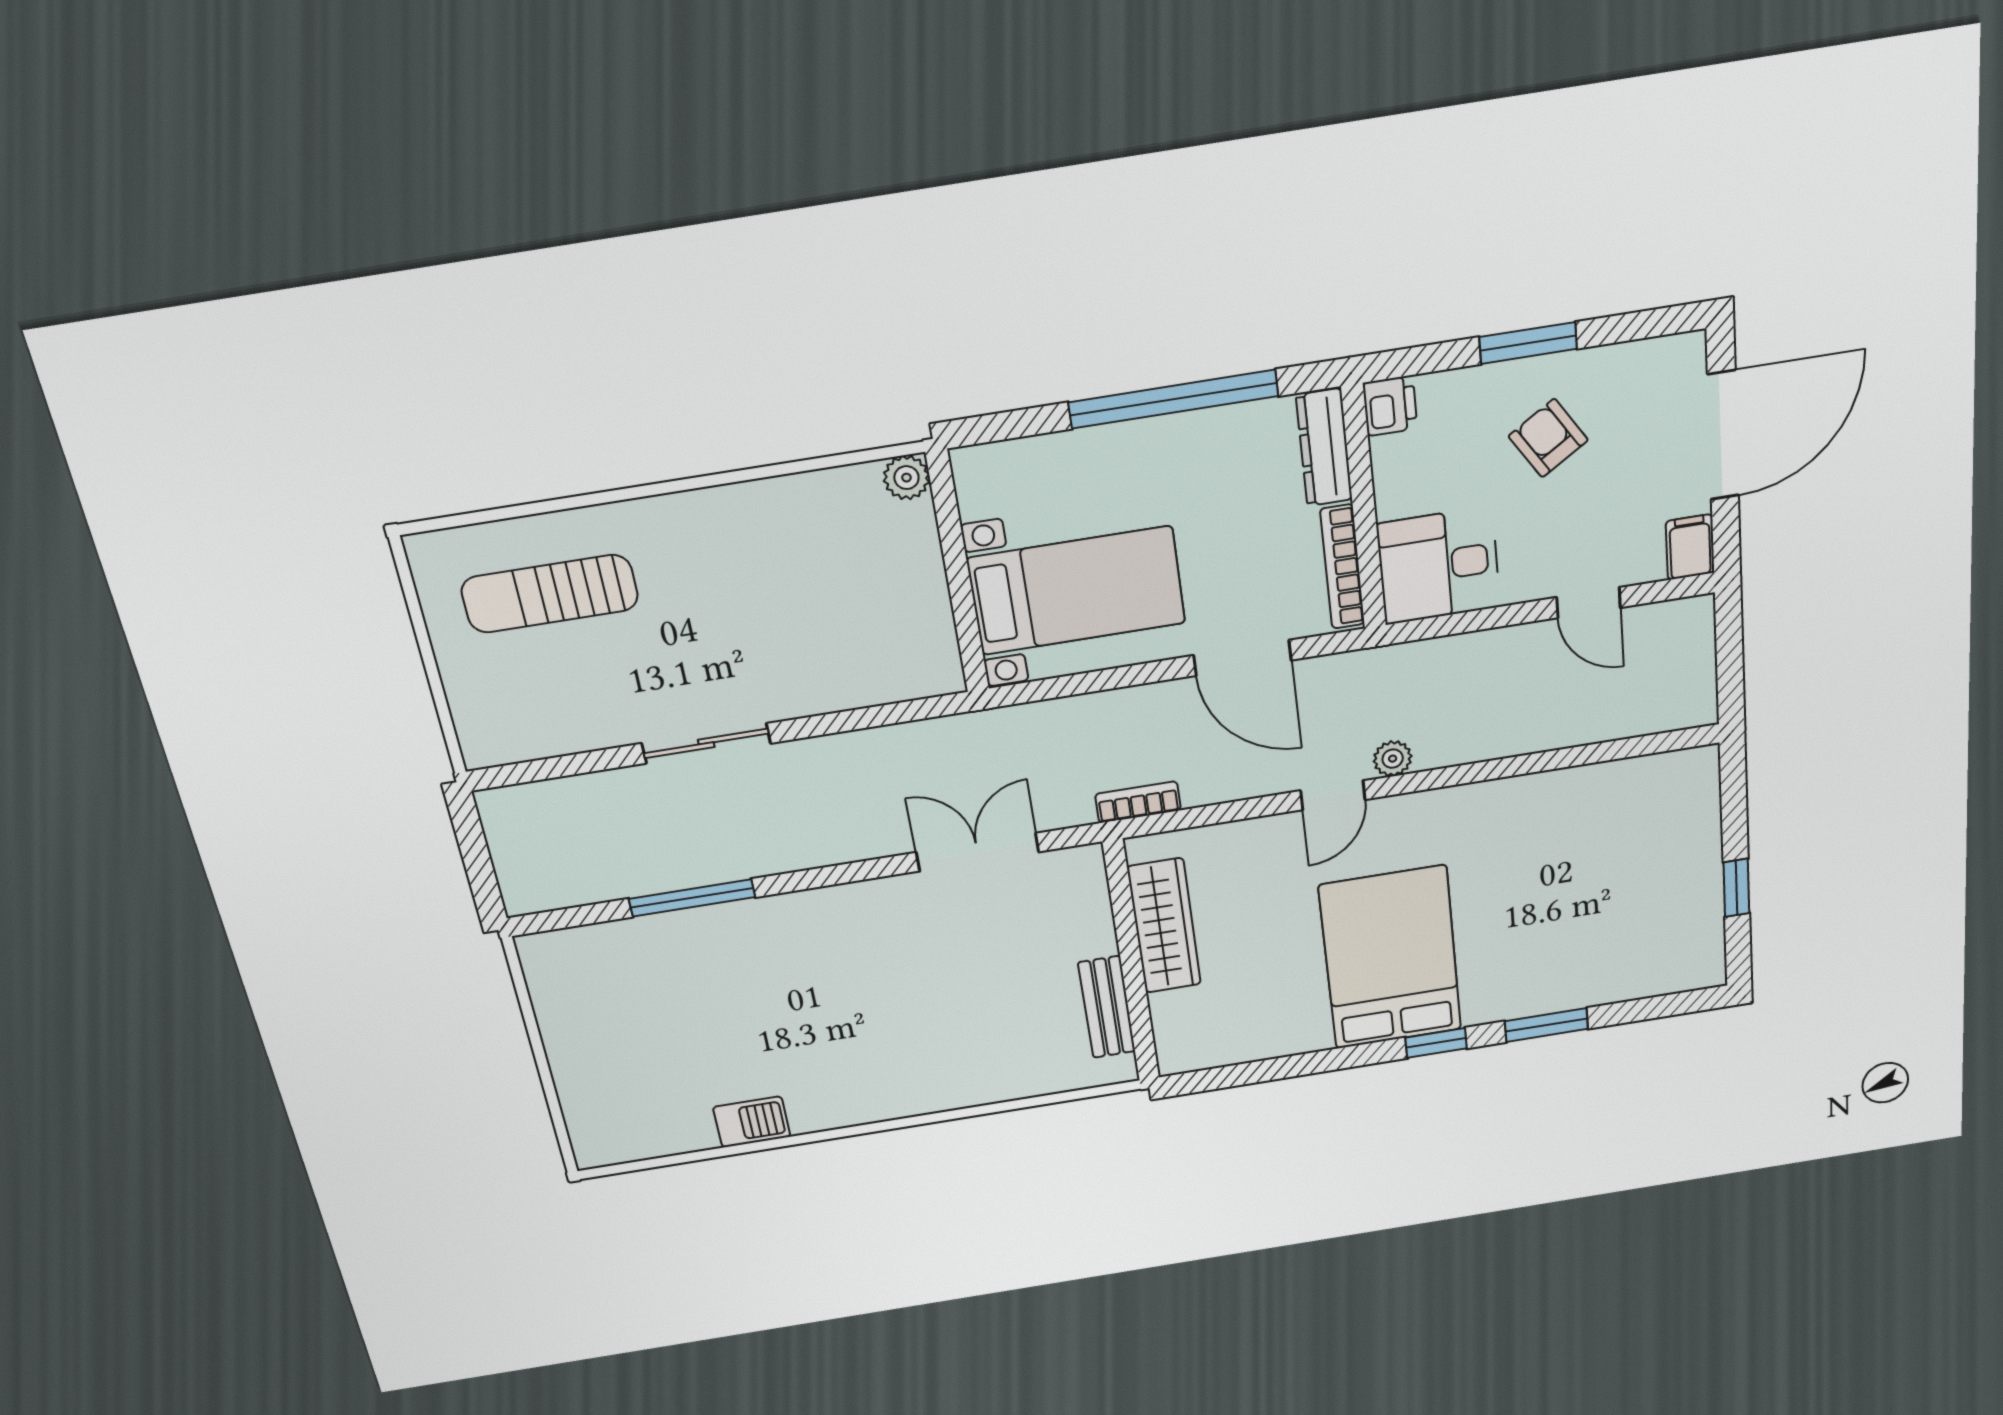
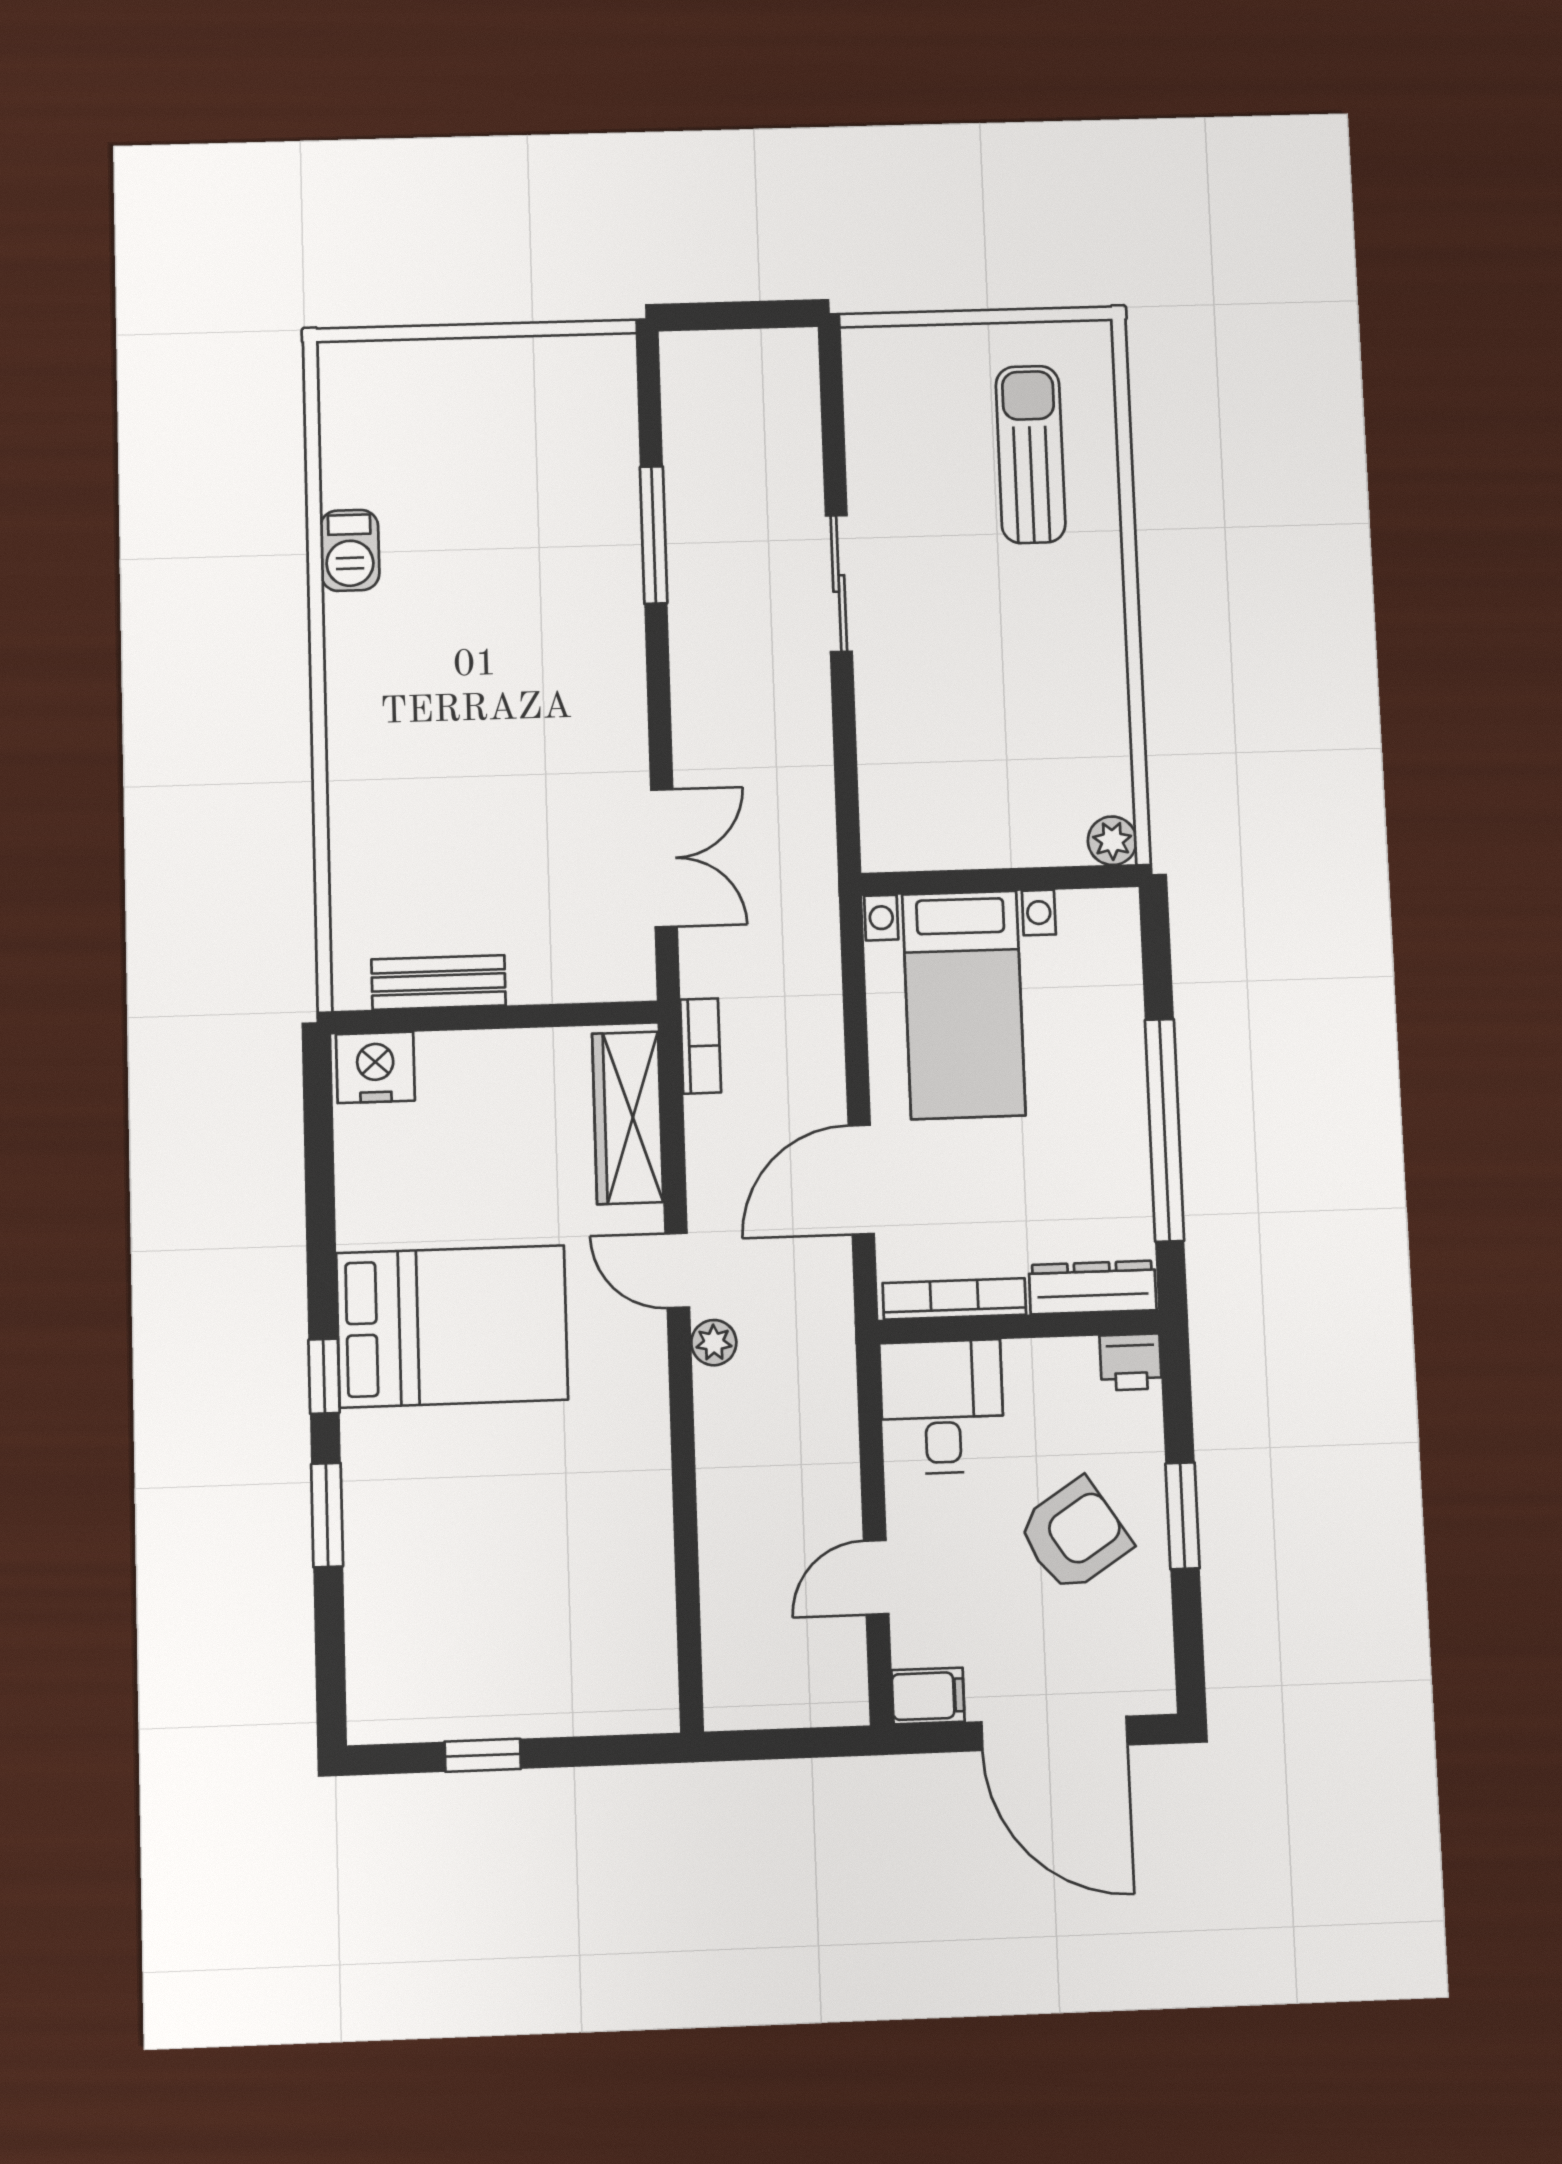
armchair: (1548, 438) -> (1074, 1535), width x1.38, depth x1.38
wardrobe: (1164, 926) -> (628, 1118), moved, turned 90
nightstand: (1183, 1042) -> (375, 1067), added

